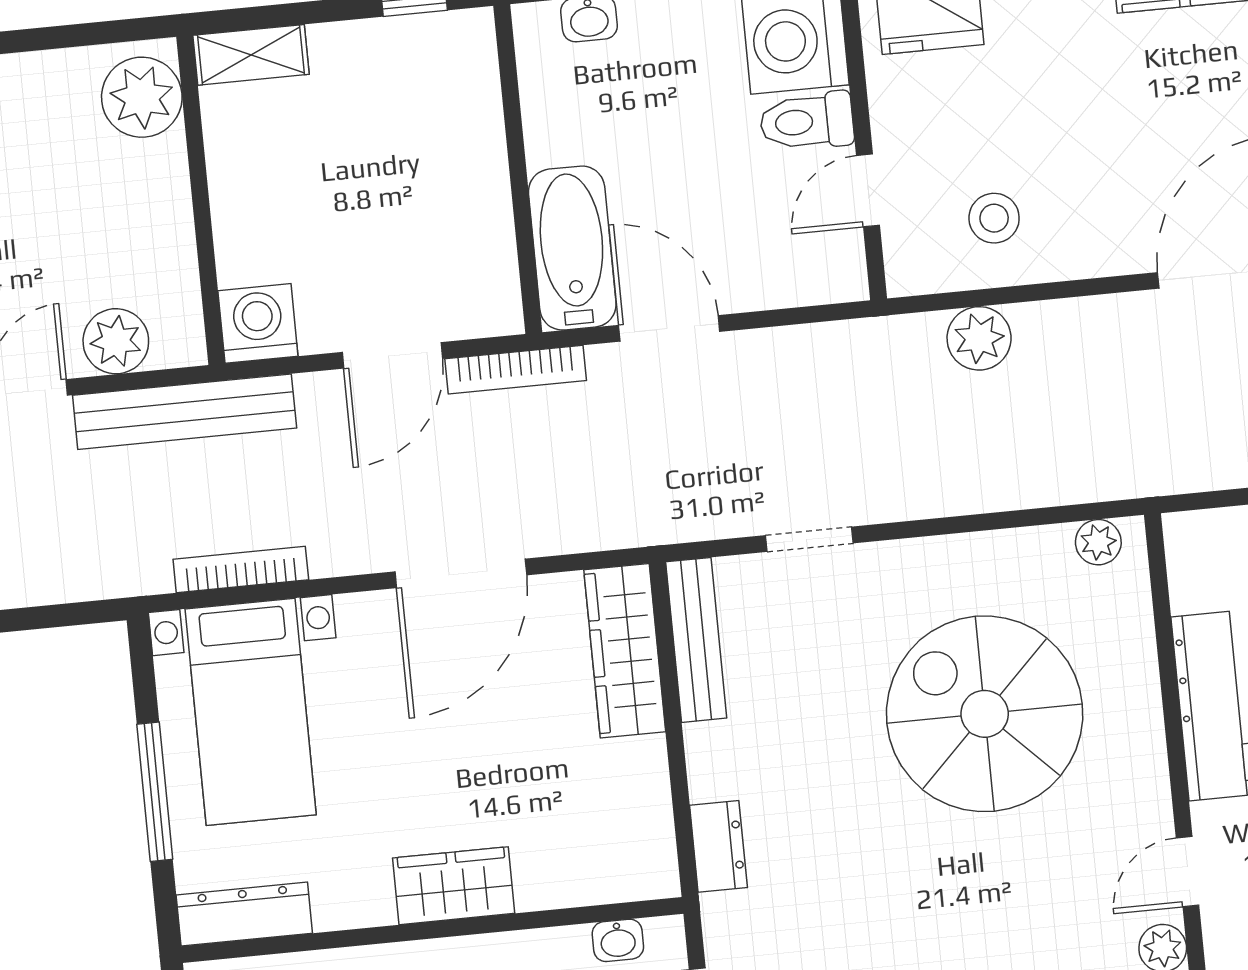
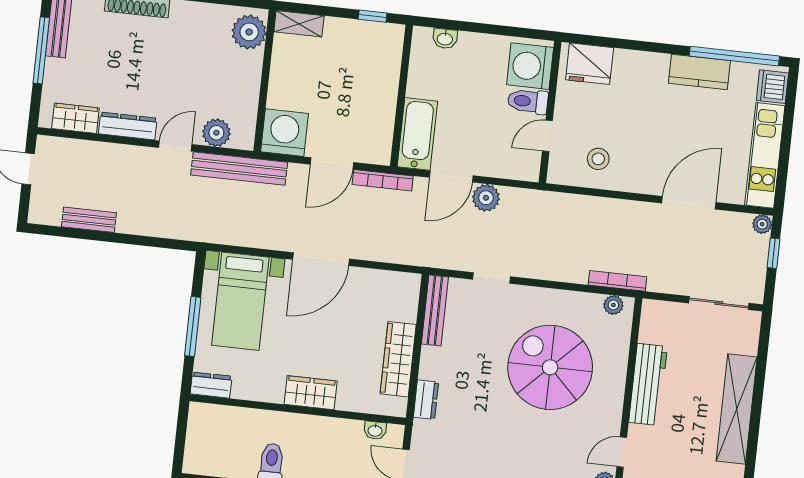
washing machine: (258, 323) -> (284, 133), width x1.37, depth x1.37
door: (669, 328) -> (451, 176), swing flipped
plant: (979, 338) -> (486, 198), moved
bookcase: (241, 569) -> (617, 281), moved
door: (461, 573) -> (321, 259), moved
wardrobe: (625, 651) -> (398, 359), moved
dresser: (244, 914) -> (211, 385), width x0.70

